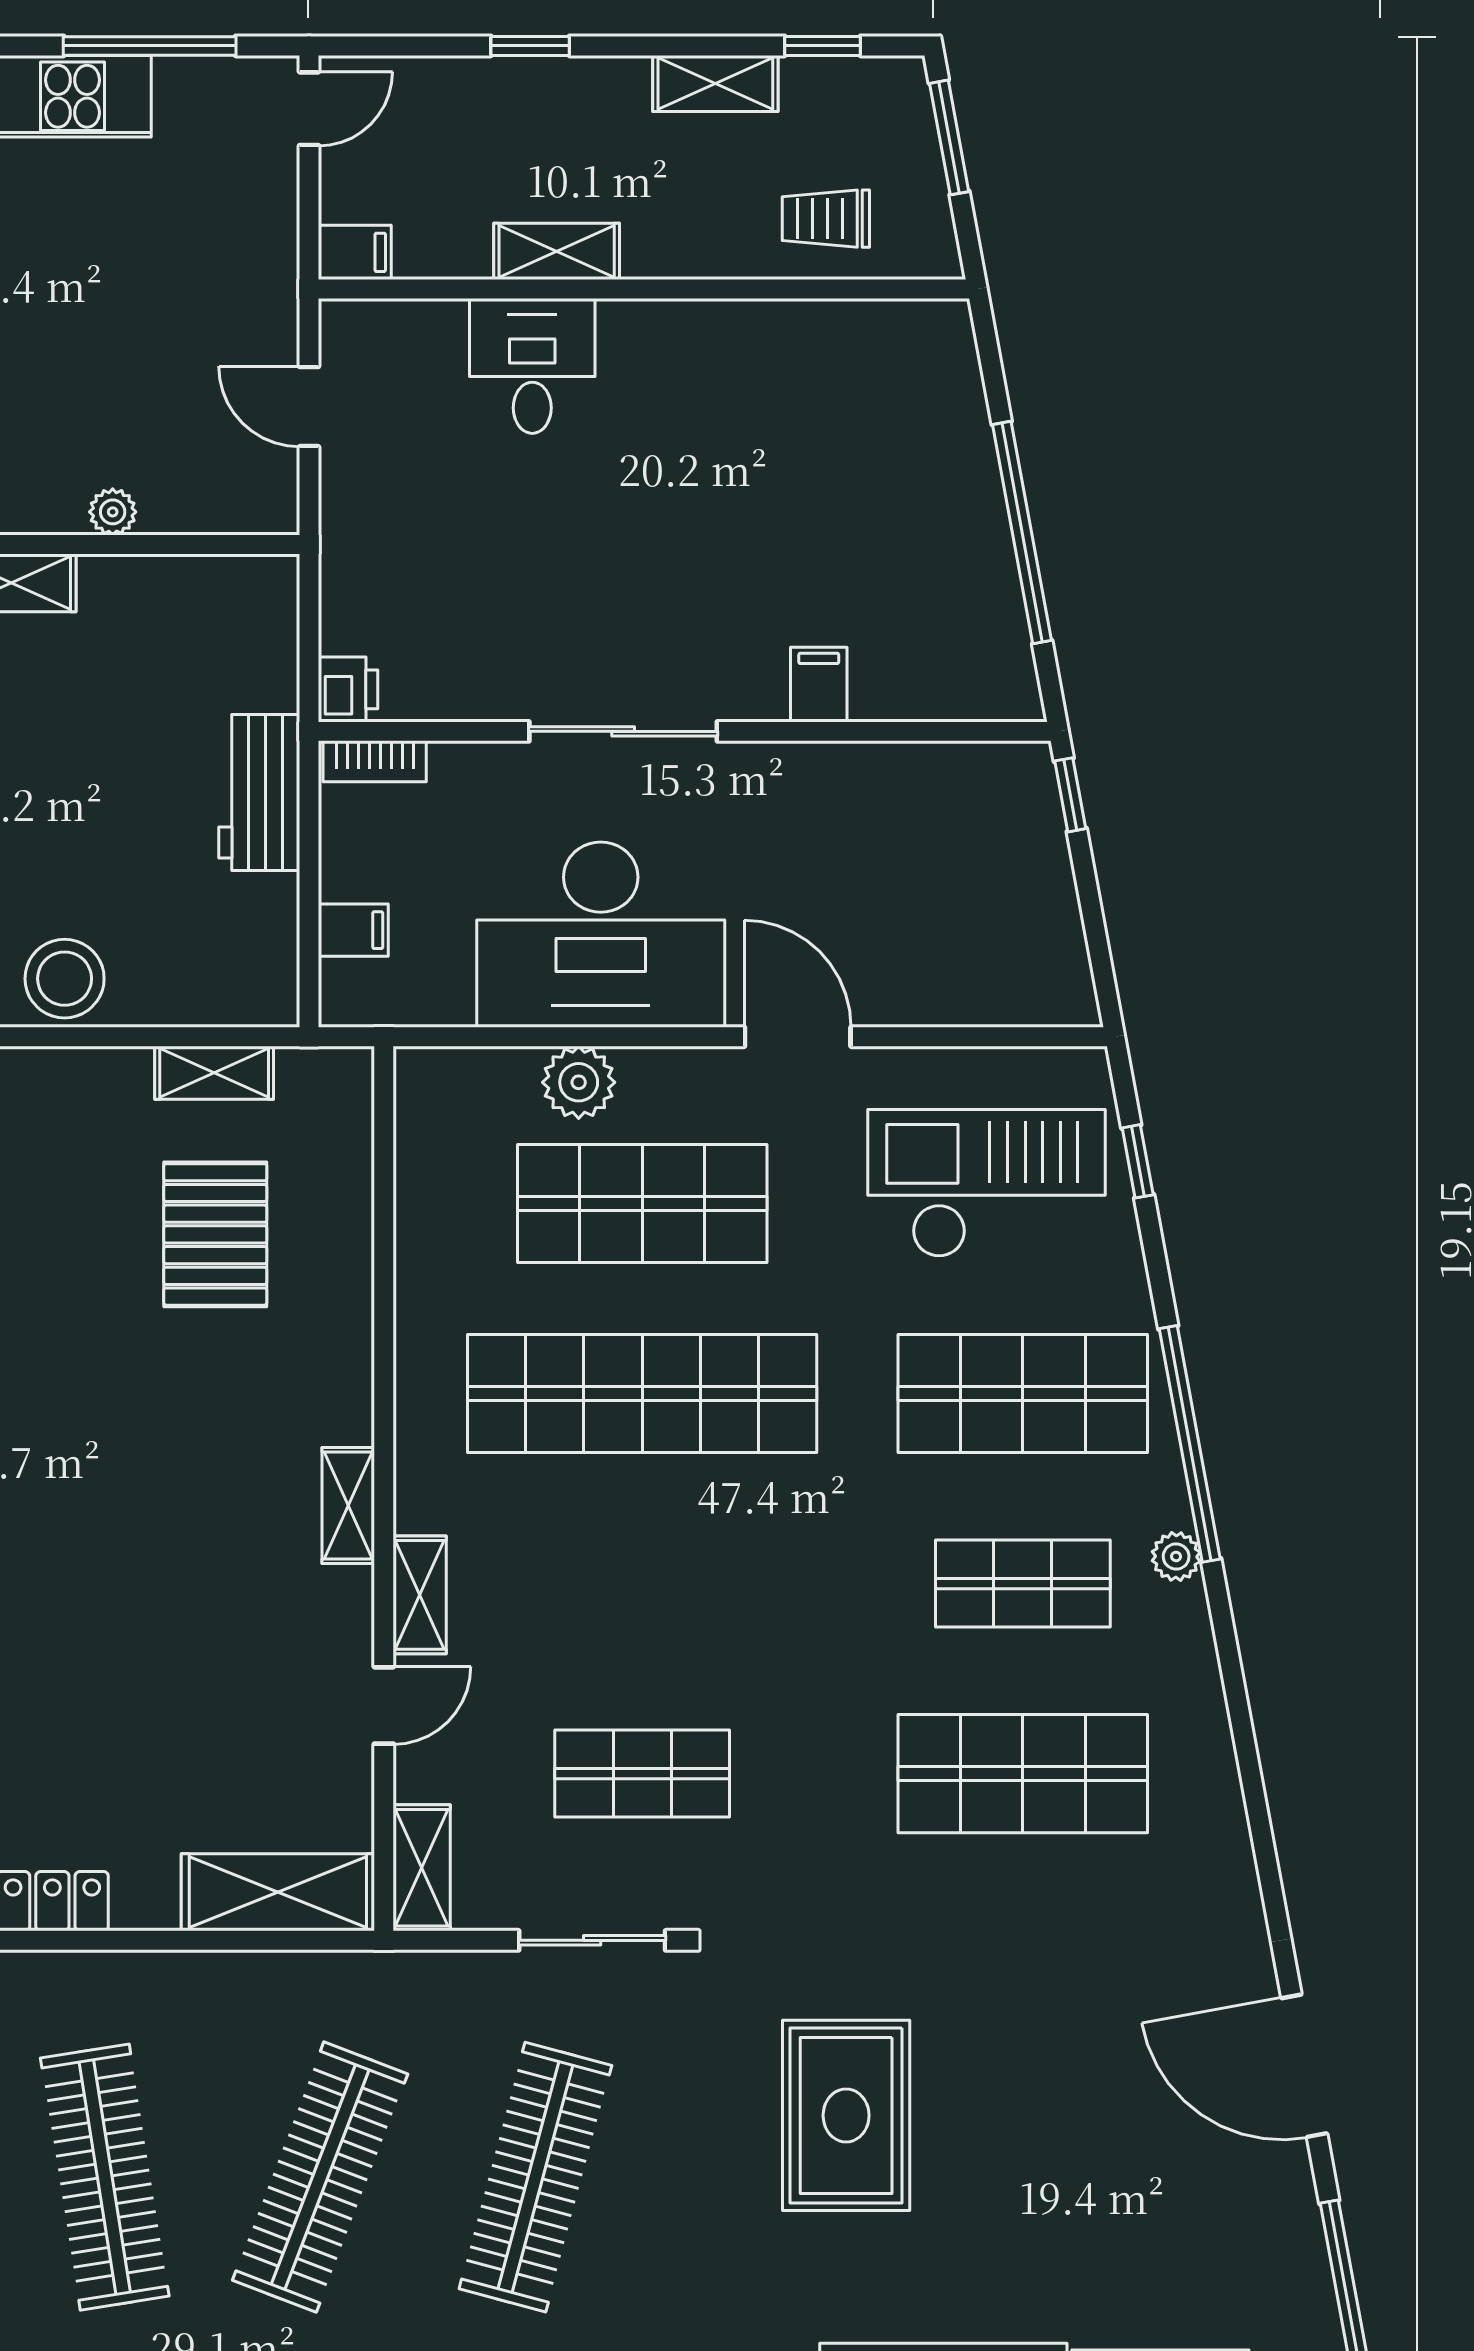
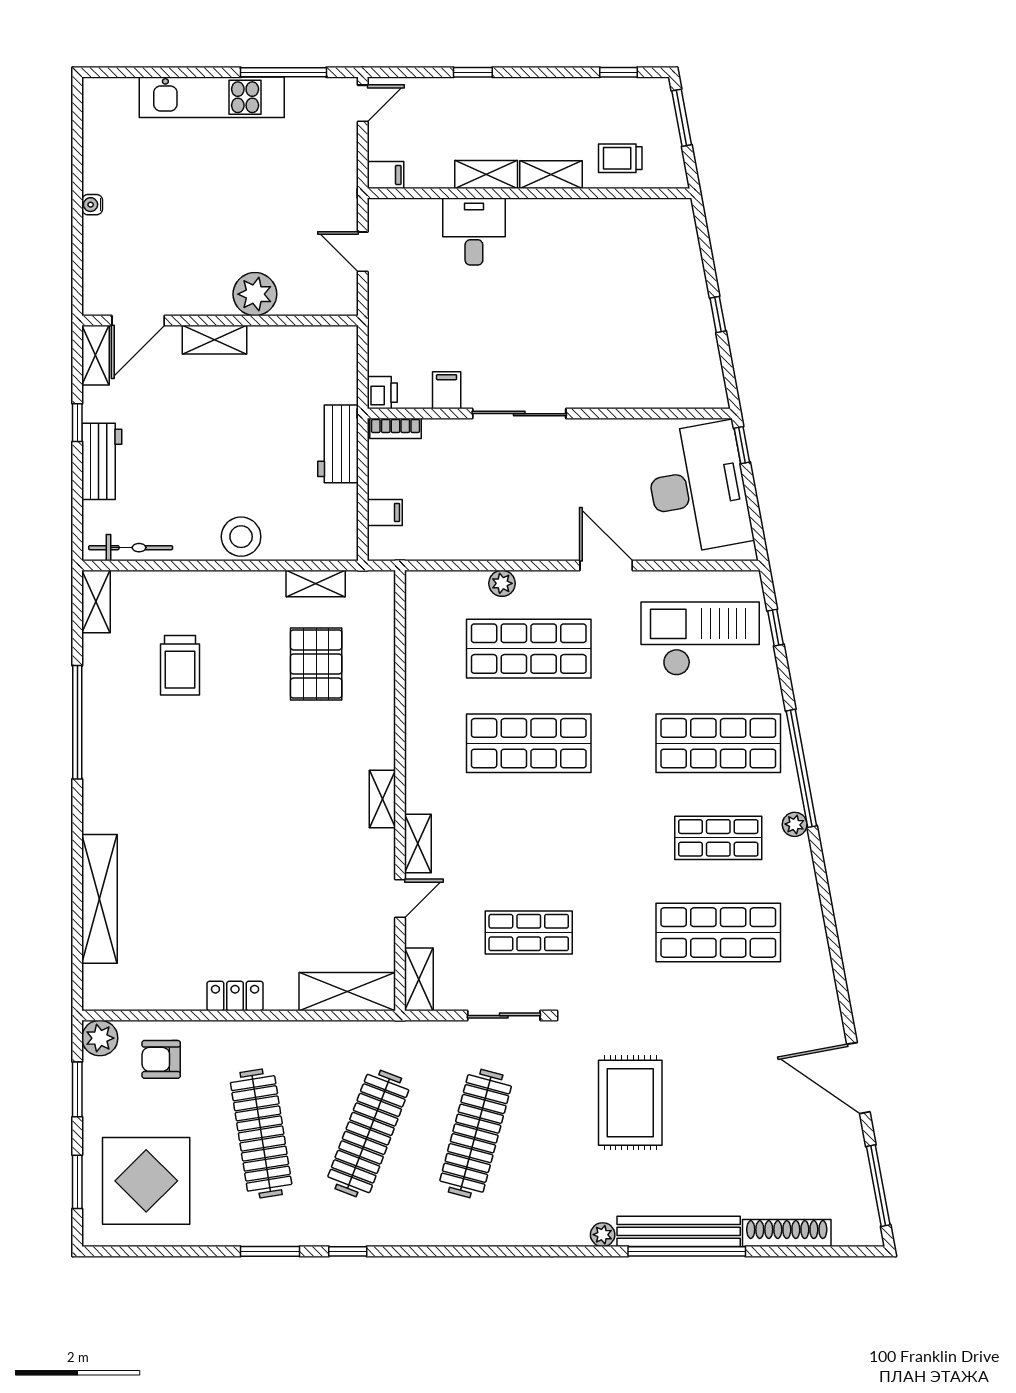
shelving: (715, 83) -> (551, 175), moved
plant: (113, 512) -> (255, 294), width x1.88, depth x1.88
window: (1022, 533) -> (718, 314), width x0.32
filing cabinet: (819, 685) -> (447, 390), moved
desk: (601, 935) -> (698, 488), moved, turned -100
plant: (579, 1082) -> (502, 583), width x0.73, depth x0.73
shop shelf: (642, 1393) -> (529, 743), width x0.71

